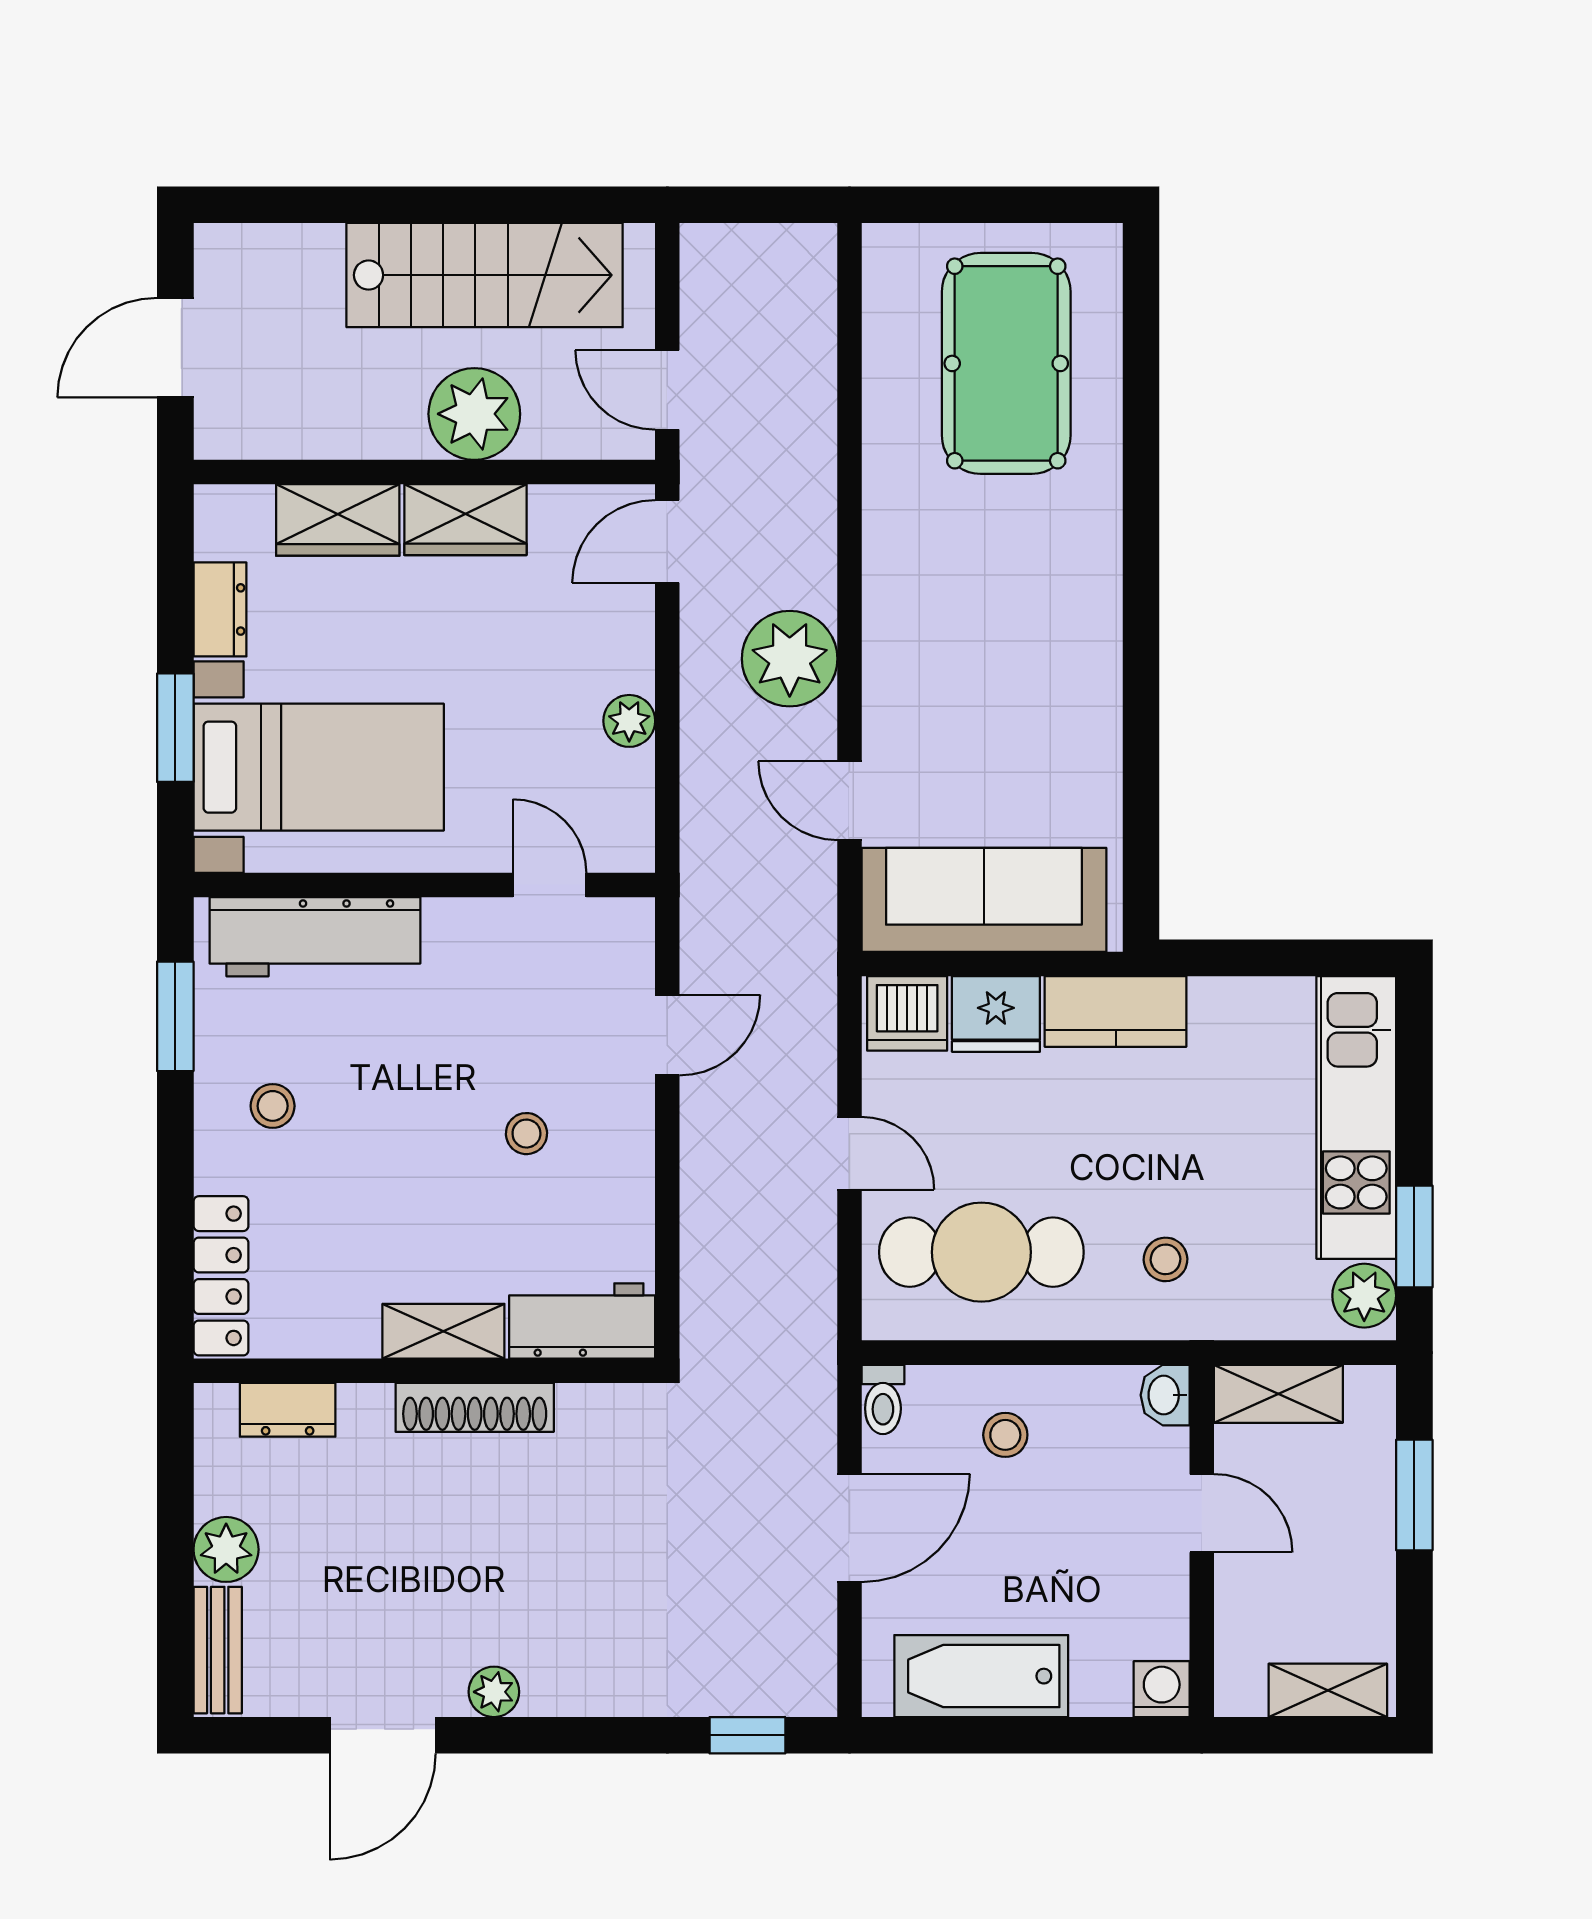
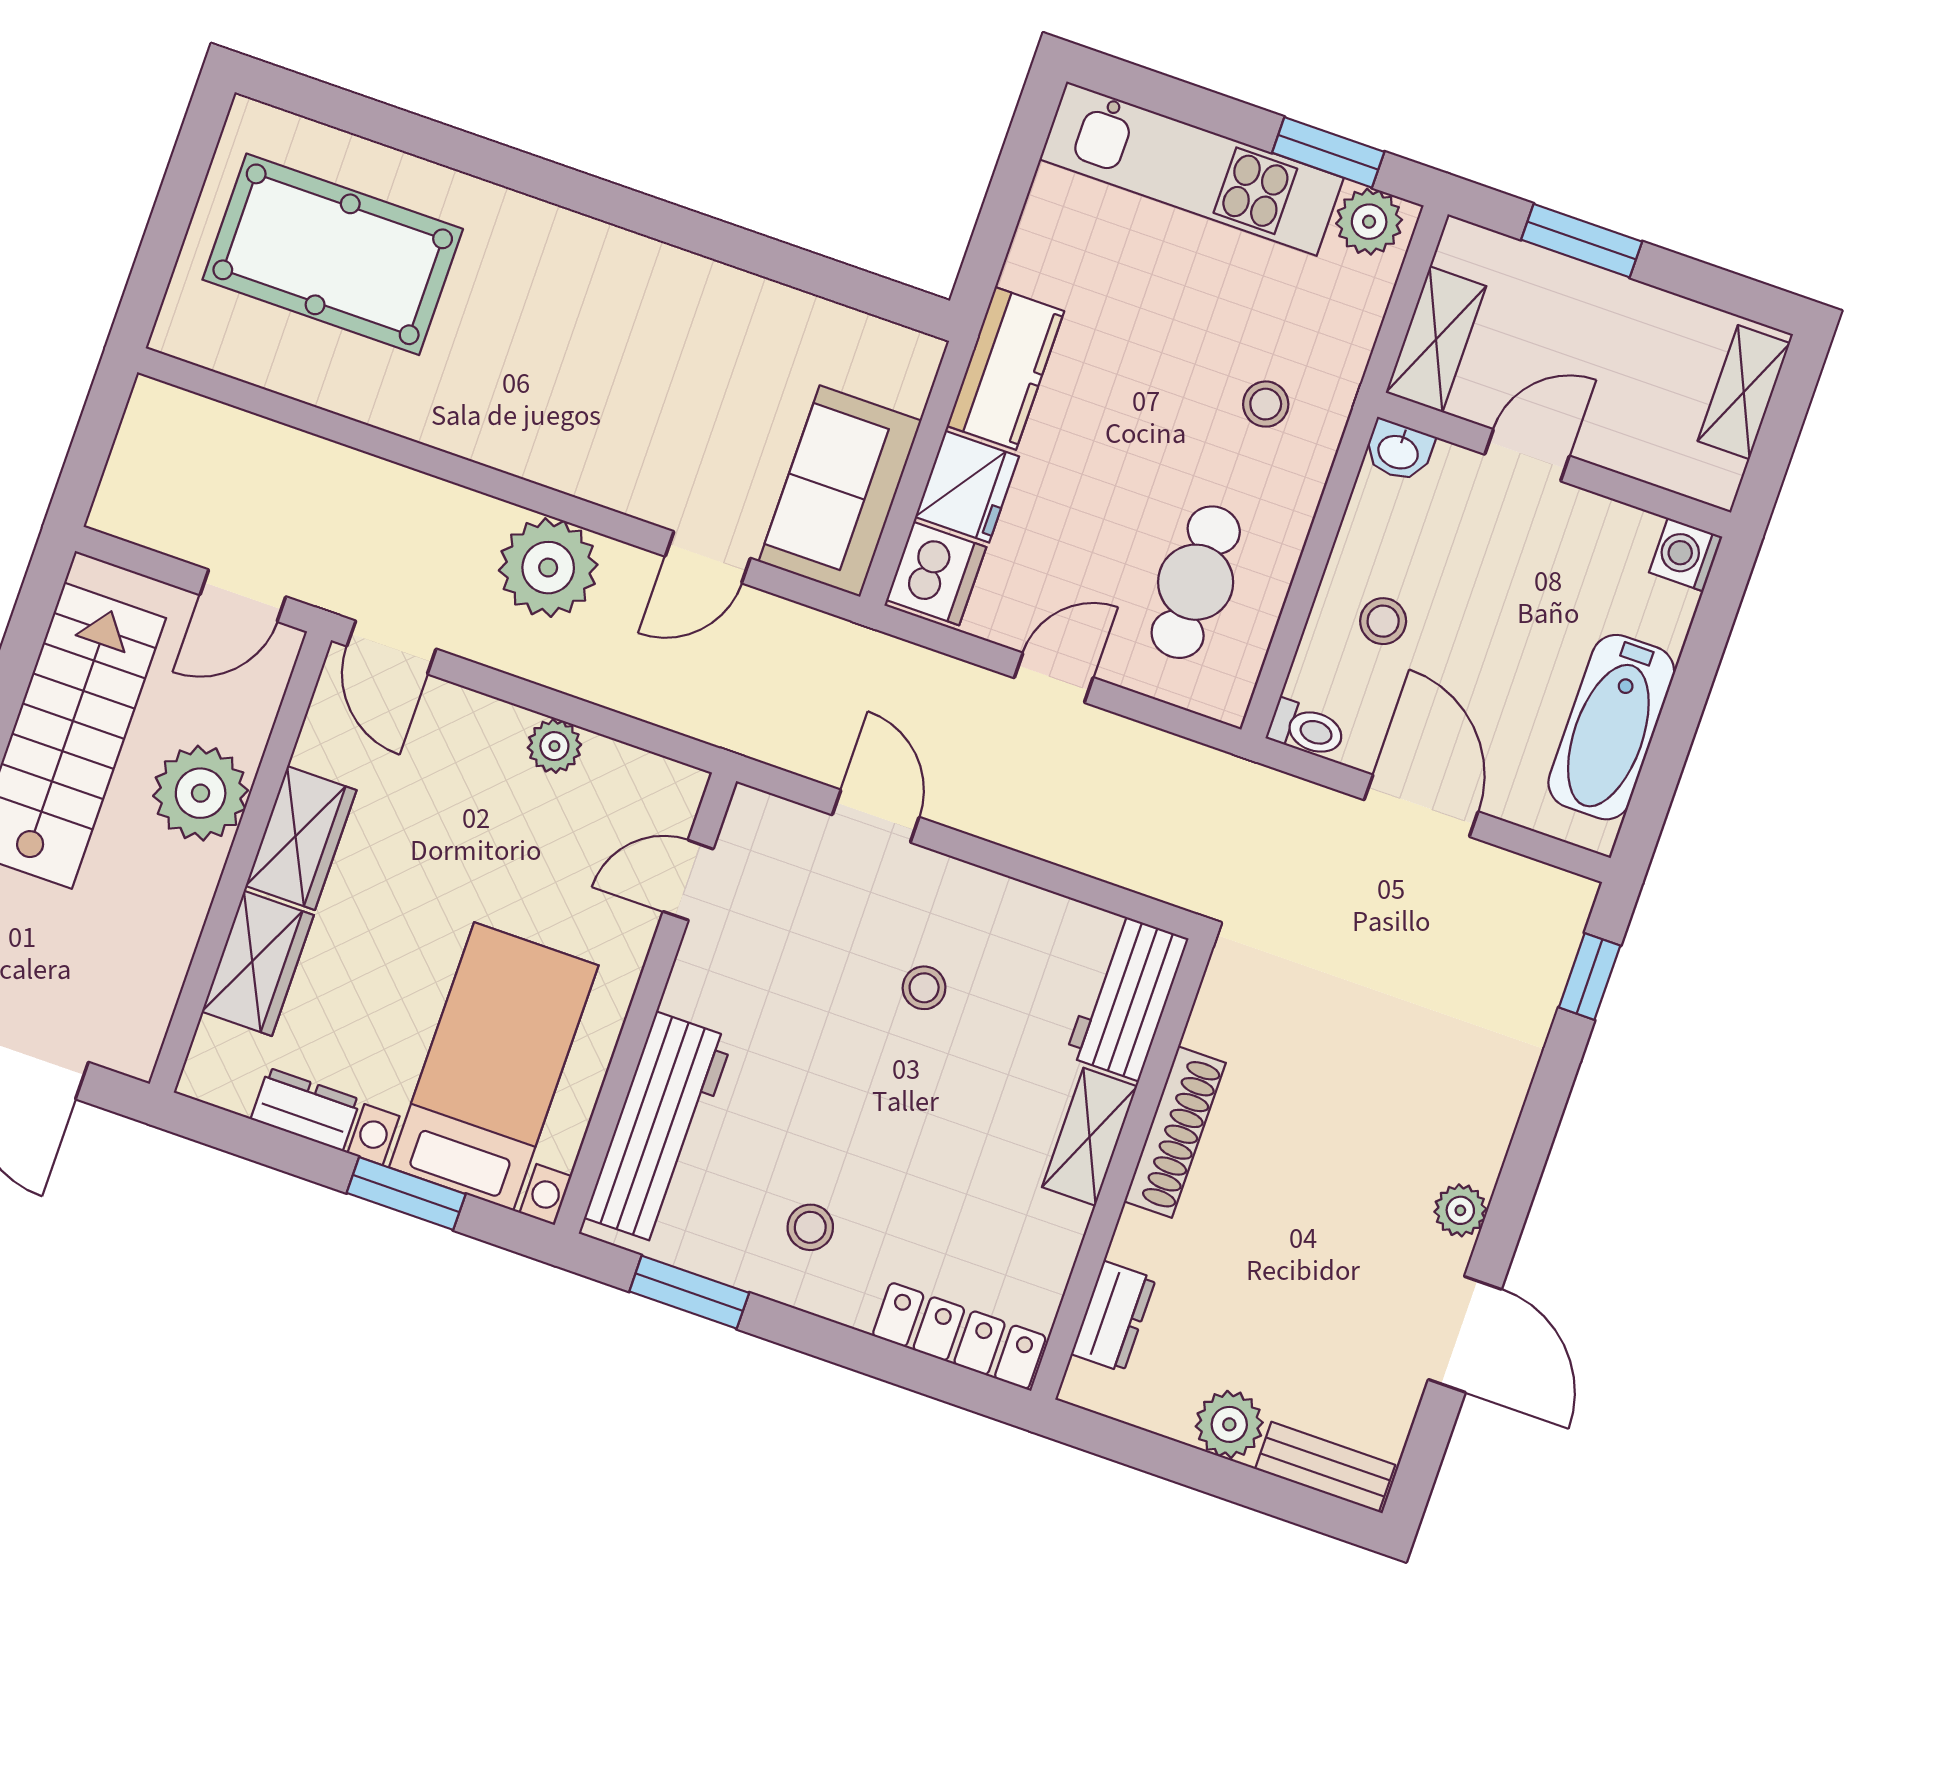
sofa: (984, 900) -> (840, 491), width x0.73
cafe table: (981, 1252) -> (1196, 582), width x0.73, depth x0.74

